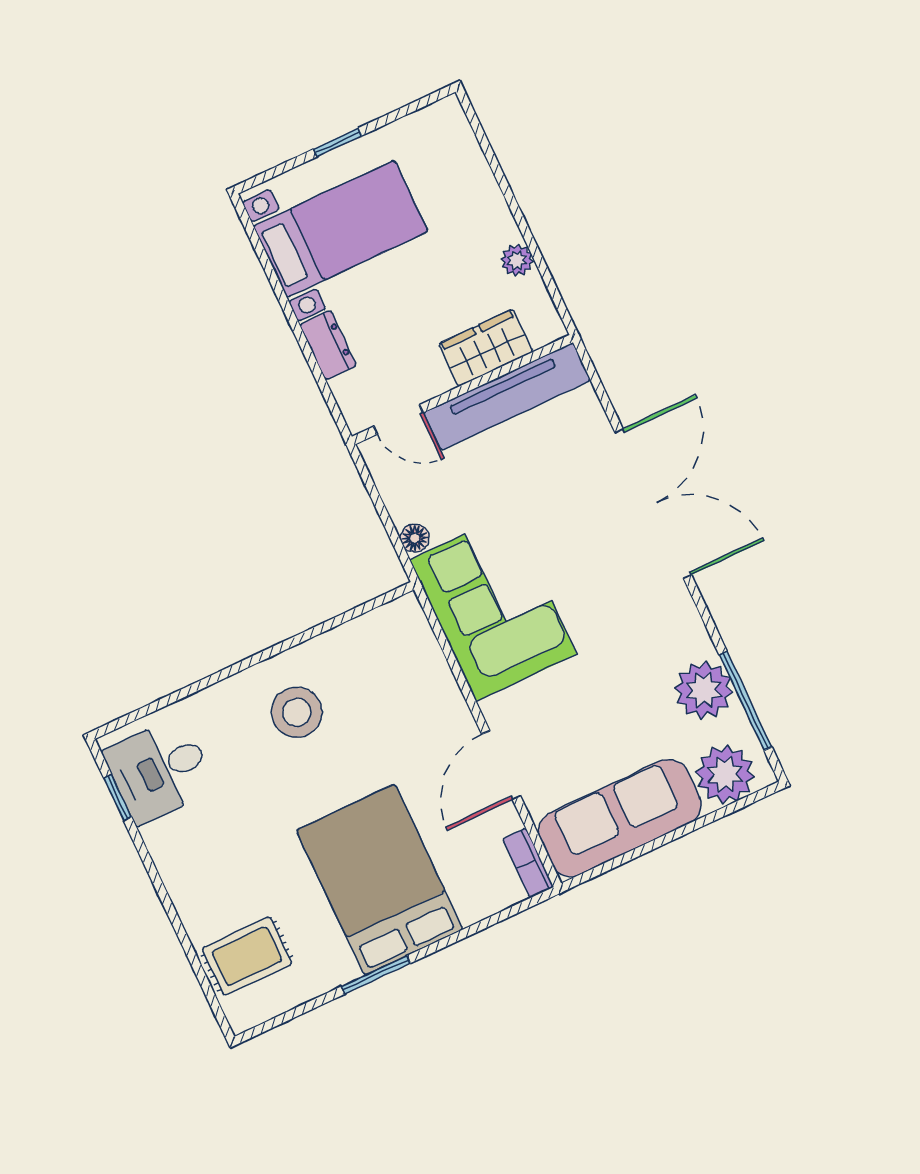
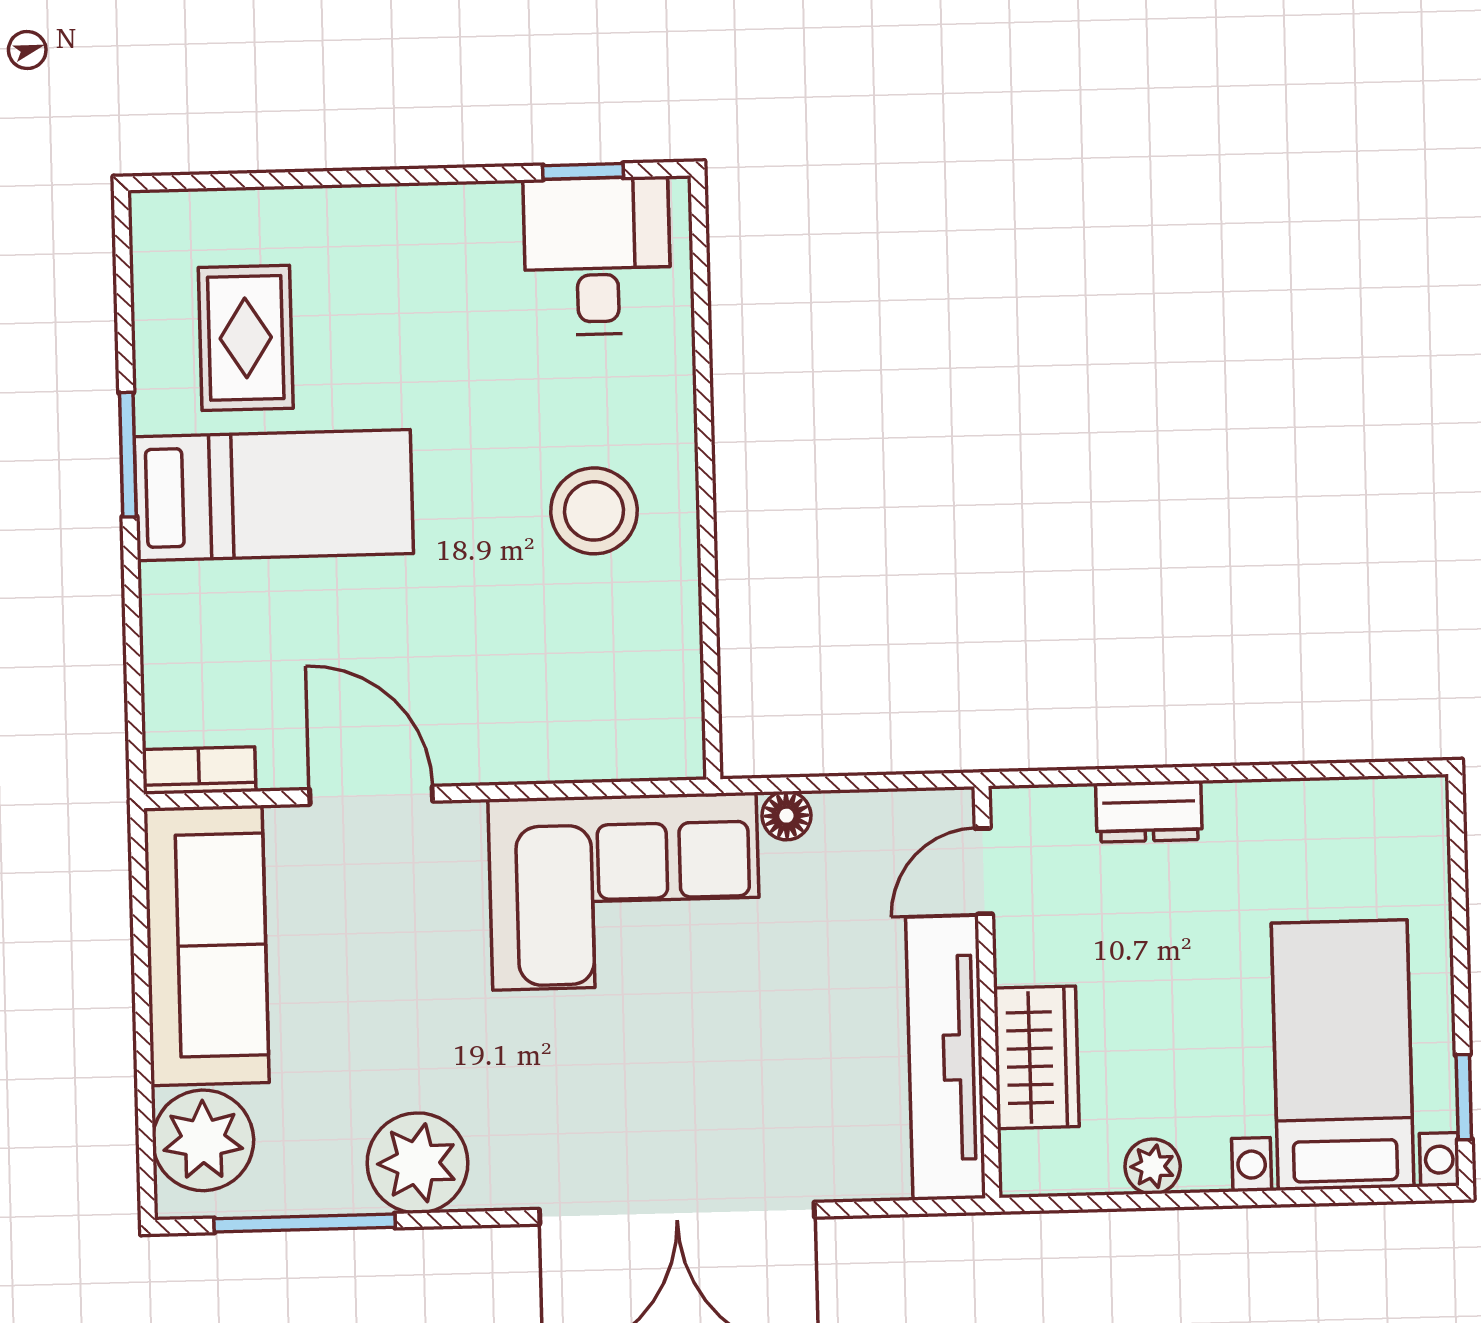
window: (338, 142) -> (1464, 1097), moved
bed with nightstands: (341, 229) -> (1343, 1055), moved, turned 180
plant: (704, 690) -> (417, 1163), moved
bed: (380, 880) -> (274, 495), width x0.67
rug: (247, 956) -> (246, 338), moved

